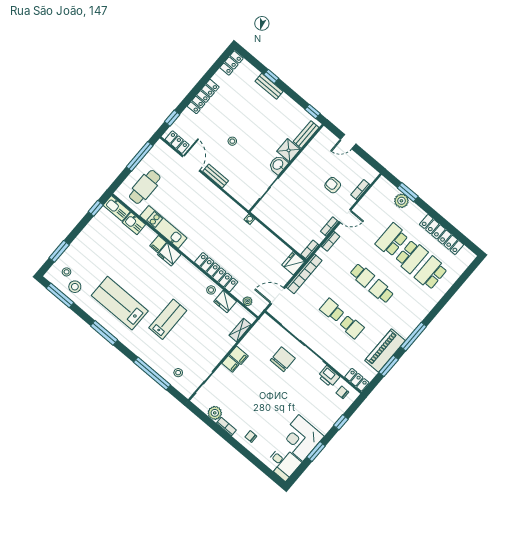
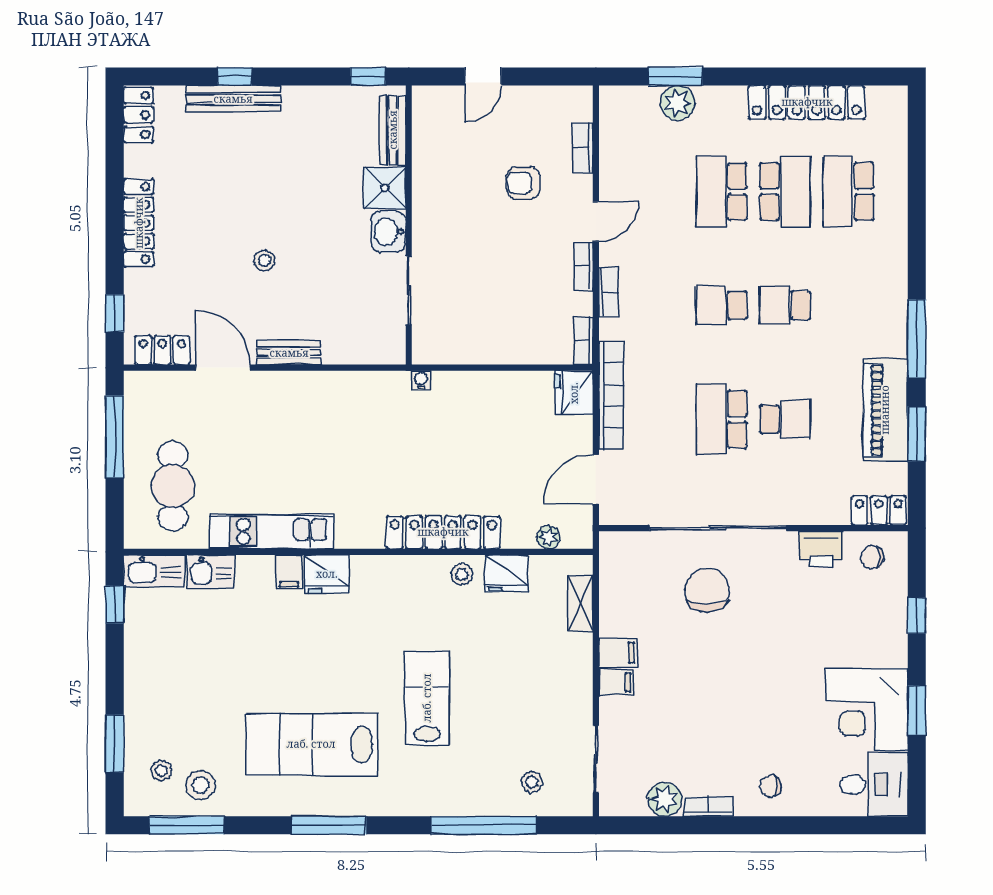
bench: (269, 86) -> (233, 99), width x1.36
school desk: (362, 275) -> (722, 305), turned 180
school desk: (332, 310) -> (722, 419), width x1.85

